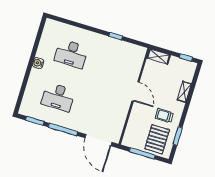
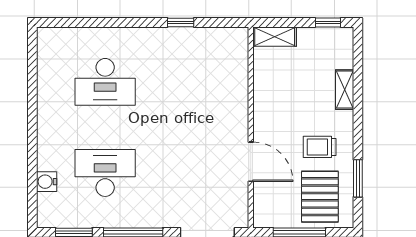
water cooler: (38, 63) -> (47, 182), moved
door: (136, 91) -> (251, 162), moved
desk: (58, 97) -> (105, 173), turned 180

